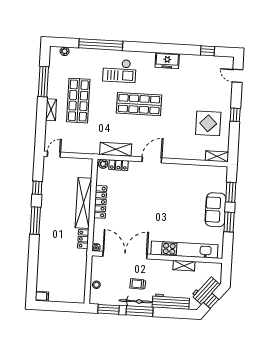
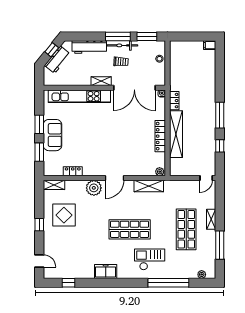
plant: (175, 151) -> (94, 188), added
locker: (118, 165) -> (73, 171), moved
shelving: (184, 266) -> (101, 81), moved

